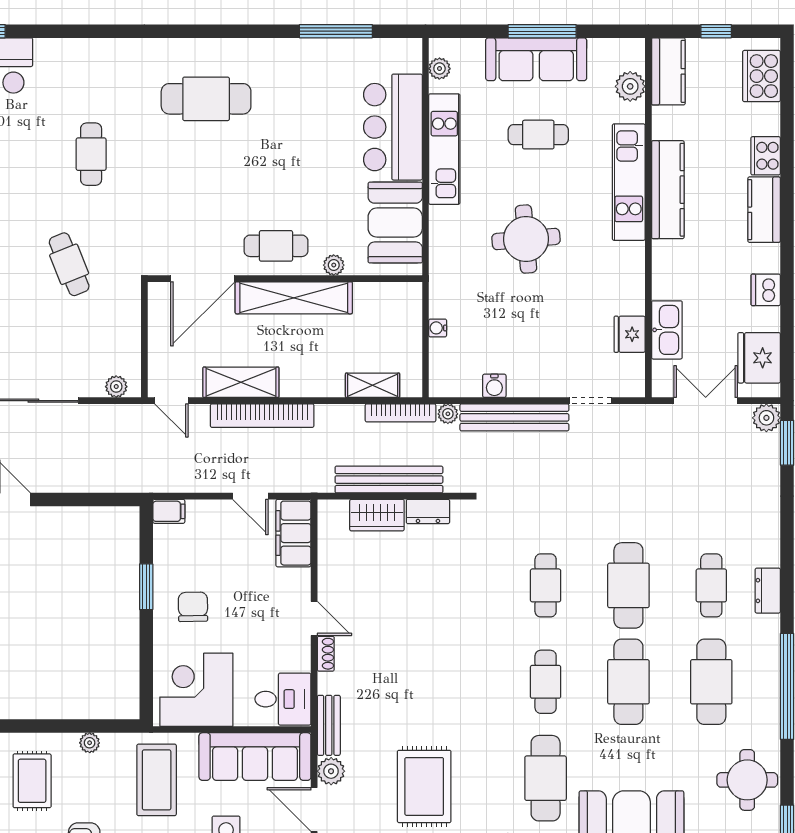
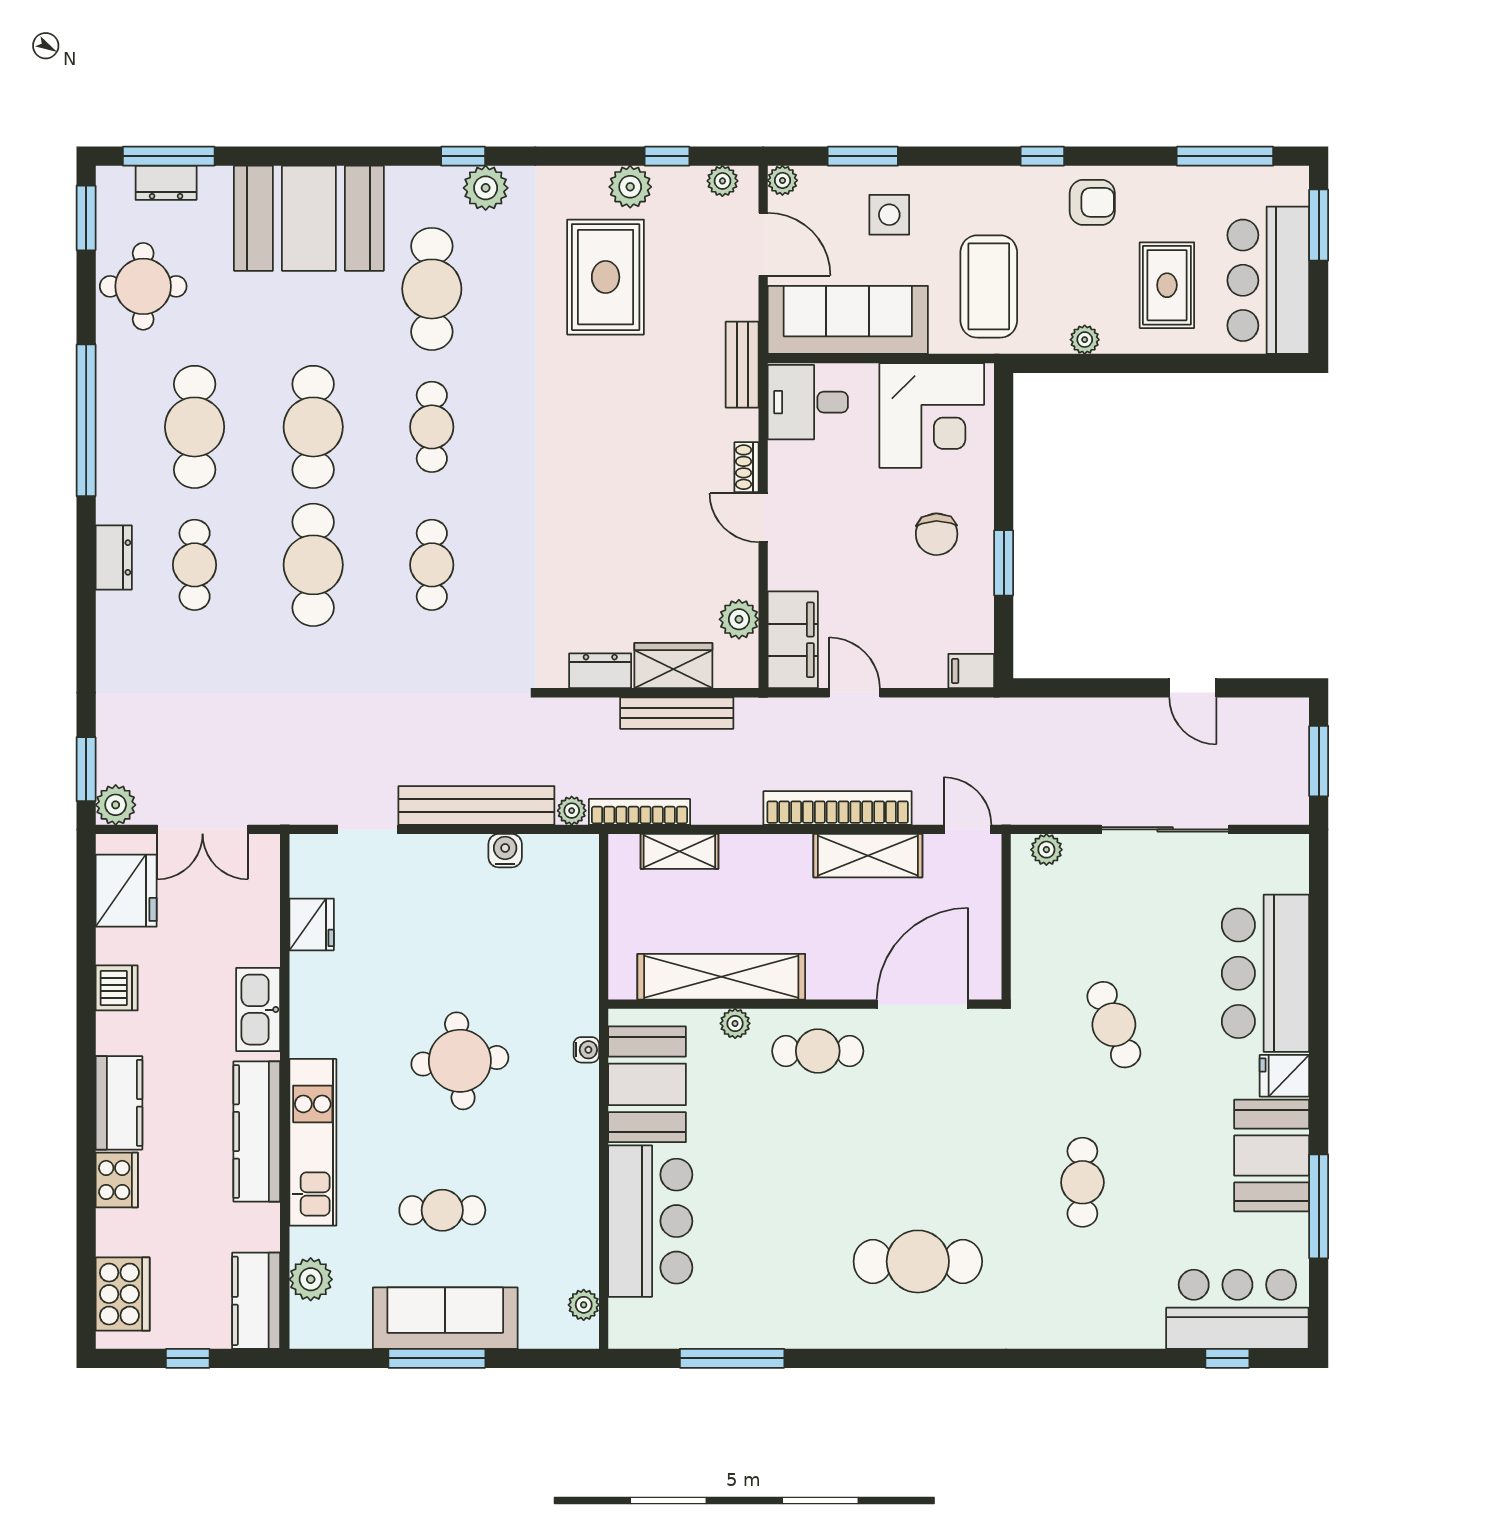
kitchen unit: (444, 149) -> (577, 1190), removed
shelving: (294, 298) -> (721, 977), moved
water cooler: (438, 328) -> (586, 1050), moved
kitchen sink: (667, 330) -> (258, 1010), moved
bench: (389, 480) -> (677, 713), width x0.73, depth x0.82
plant: (331, 771) -> (739, 619), moved

